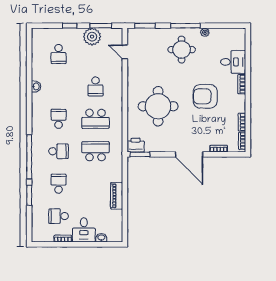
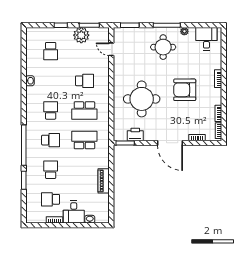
desk: (233, 62) -> (206, 39), moved, turned -90
school desk: (96, 86) -> (84, 81), turned -90
printer: (136, 145) -> (135, 134), moved

